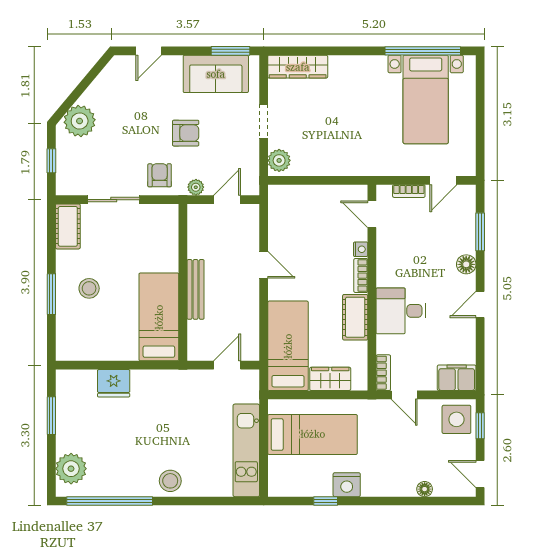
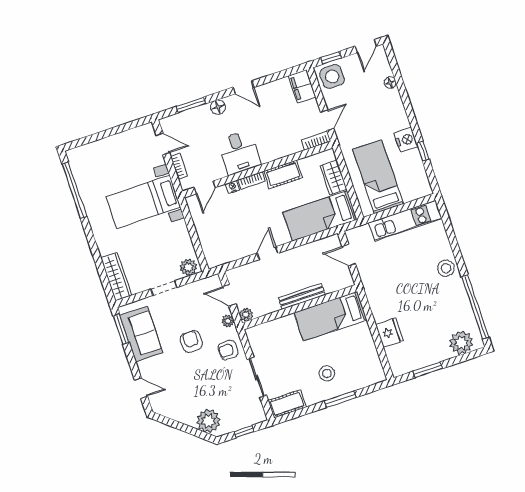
bed with nightstands: (426, 99) -> (143, 202), moved, turned 180
plant: (196, 212) -> (246, 315), added
desk: (401, 311) -> (239, 152), moved

